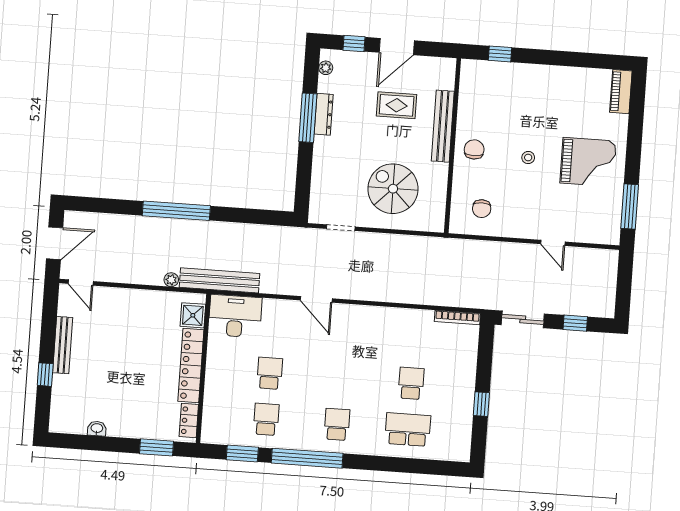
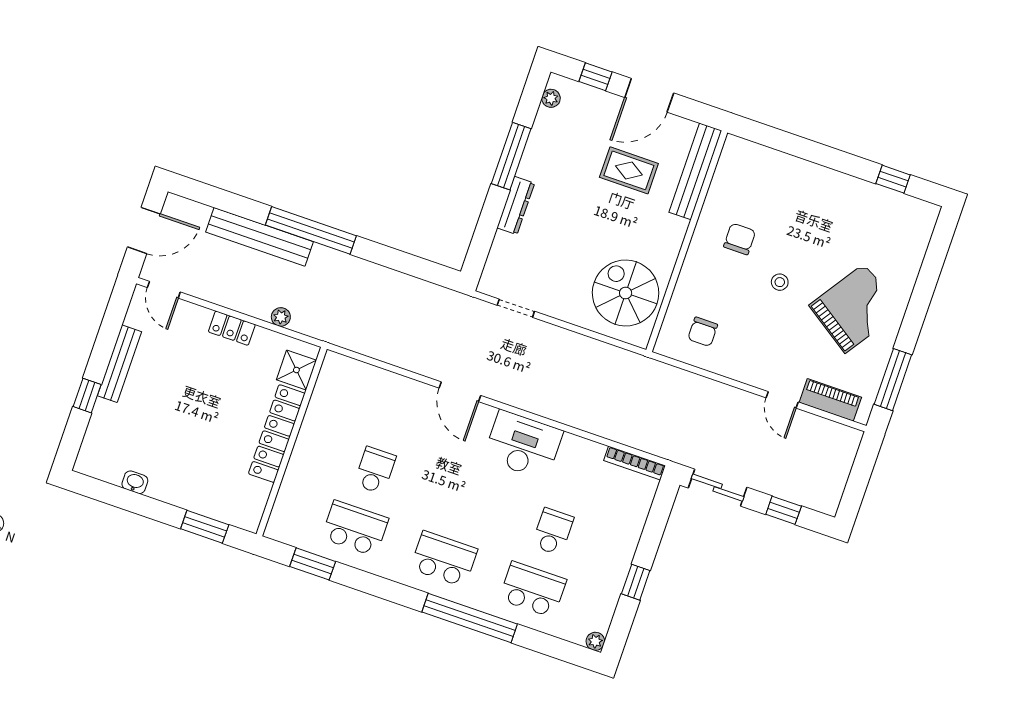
window: (500, 54) -> (893, 179), moved
piano: (621, 92) -> (830, 400), moved, turned 90
dresser: (324, 114) -> (516, 205), moved
bench: (443, 126) -> (695, 171), moved
chair: (474, 149) -> (740, 239), moved
grand piano: (588, 162) -> (855, 308), turned -56
spiral stairs: (393, 189) -> (626, 293), moved
bench: (219, 280) -> (259, 237), moved
desk: (235, 316) -> (523, 445), moved
school desk: (266, 419) -> (355, 528), width x1.85
locker: (189, 421) -> (232, 328), moved, turned -90
school desk: (337, 424) -> (444, 559), width x1.85
plant: (463, 455) -> (595, 641), added
window: (307, 458) -> (470, 618), moved

